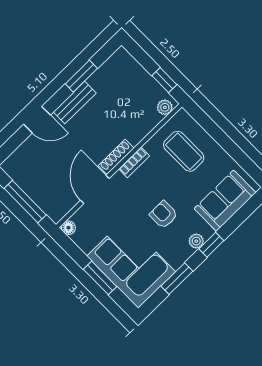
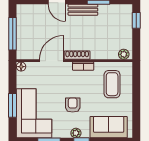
window: (164, 80) -> (136, 20), moved

